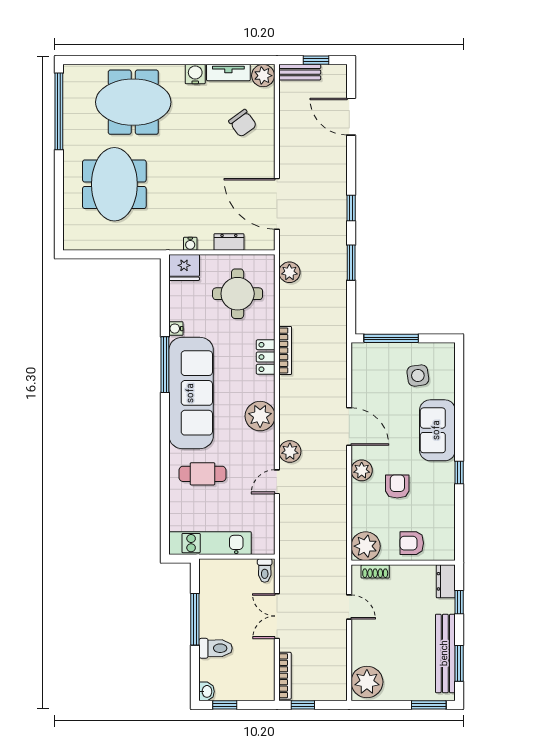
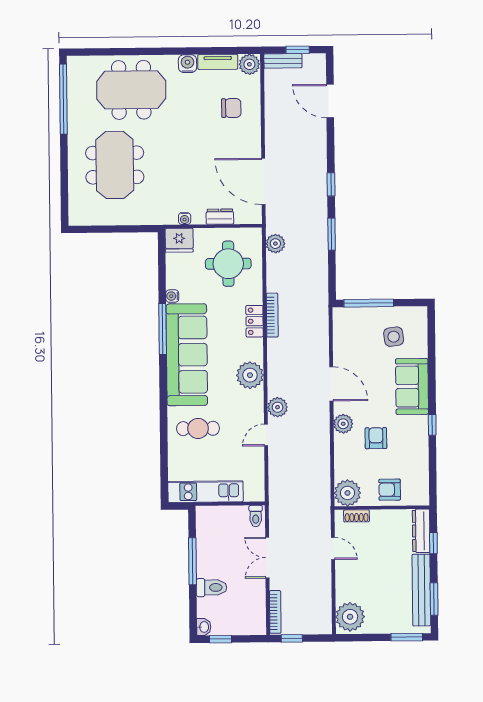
chair: (243, 123) -> (231, 108), turned -54
dresser: (446, 581) -> (421, 531), width x1.44

